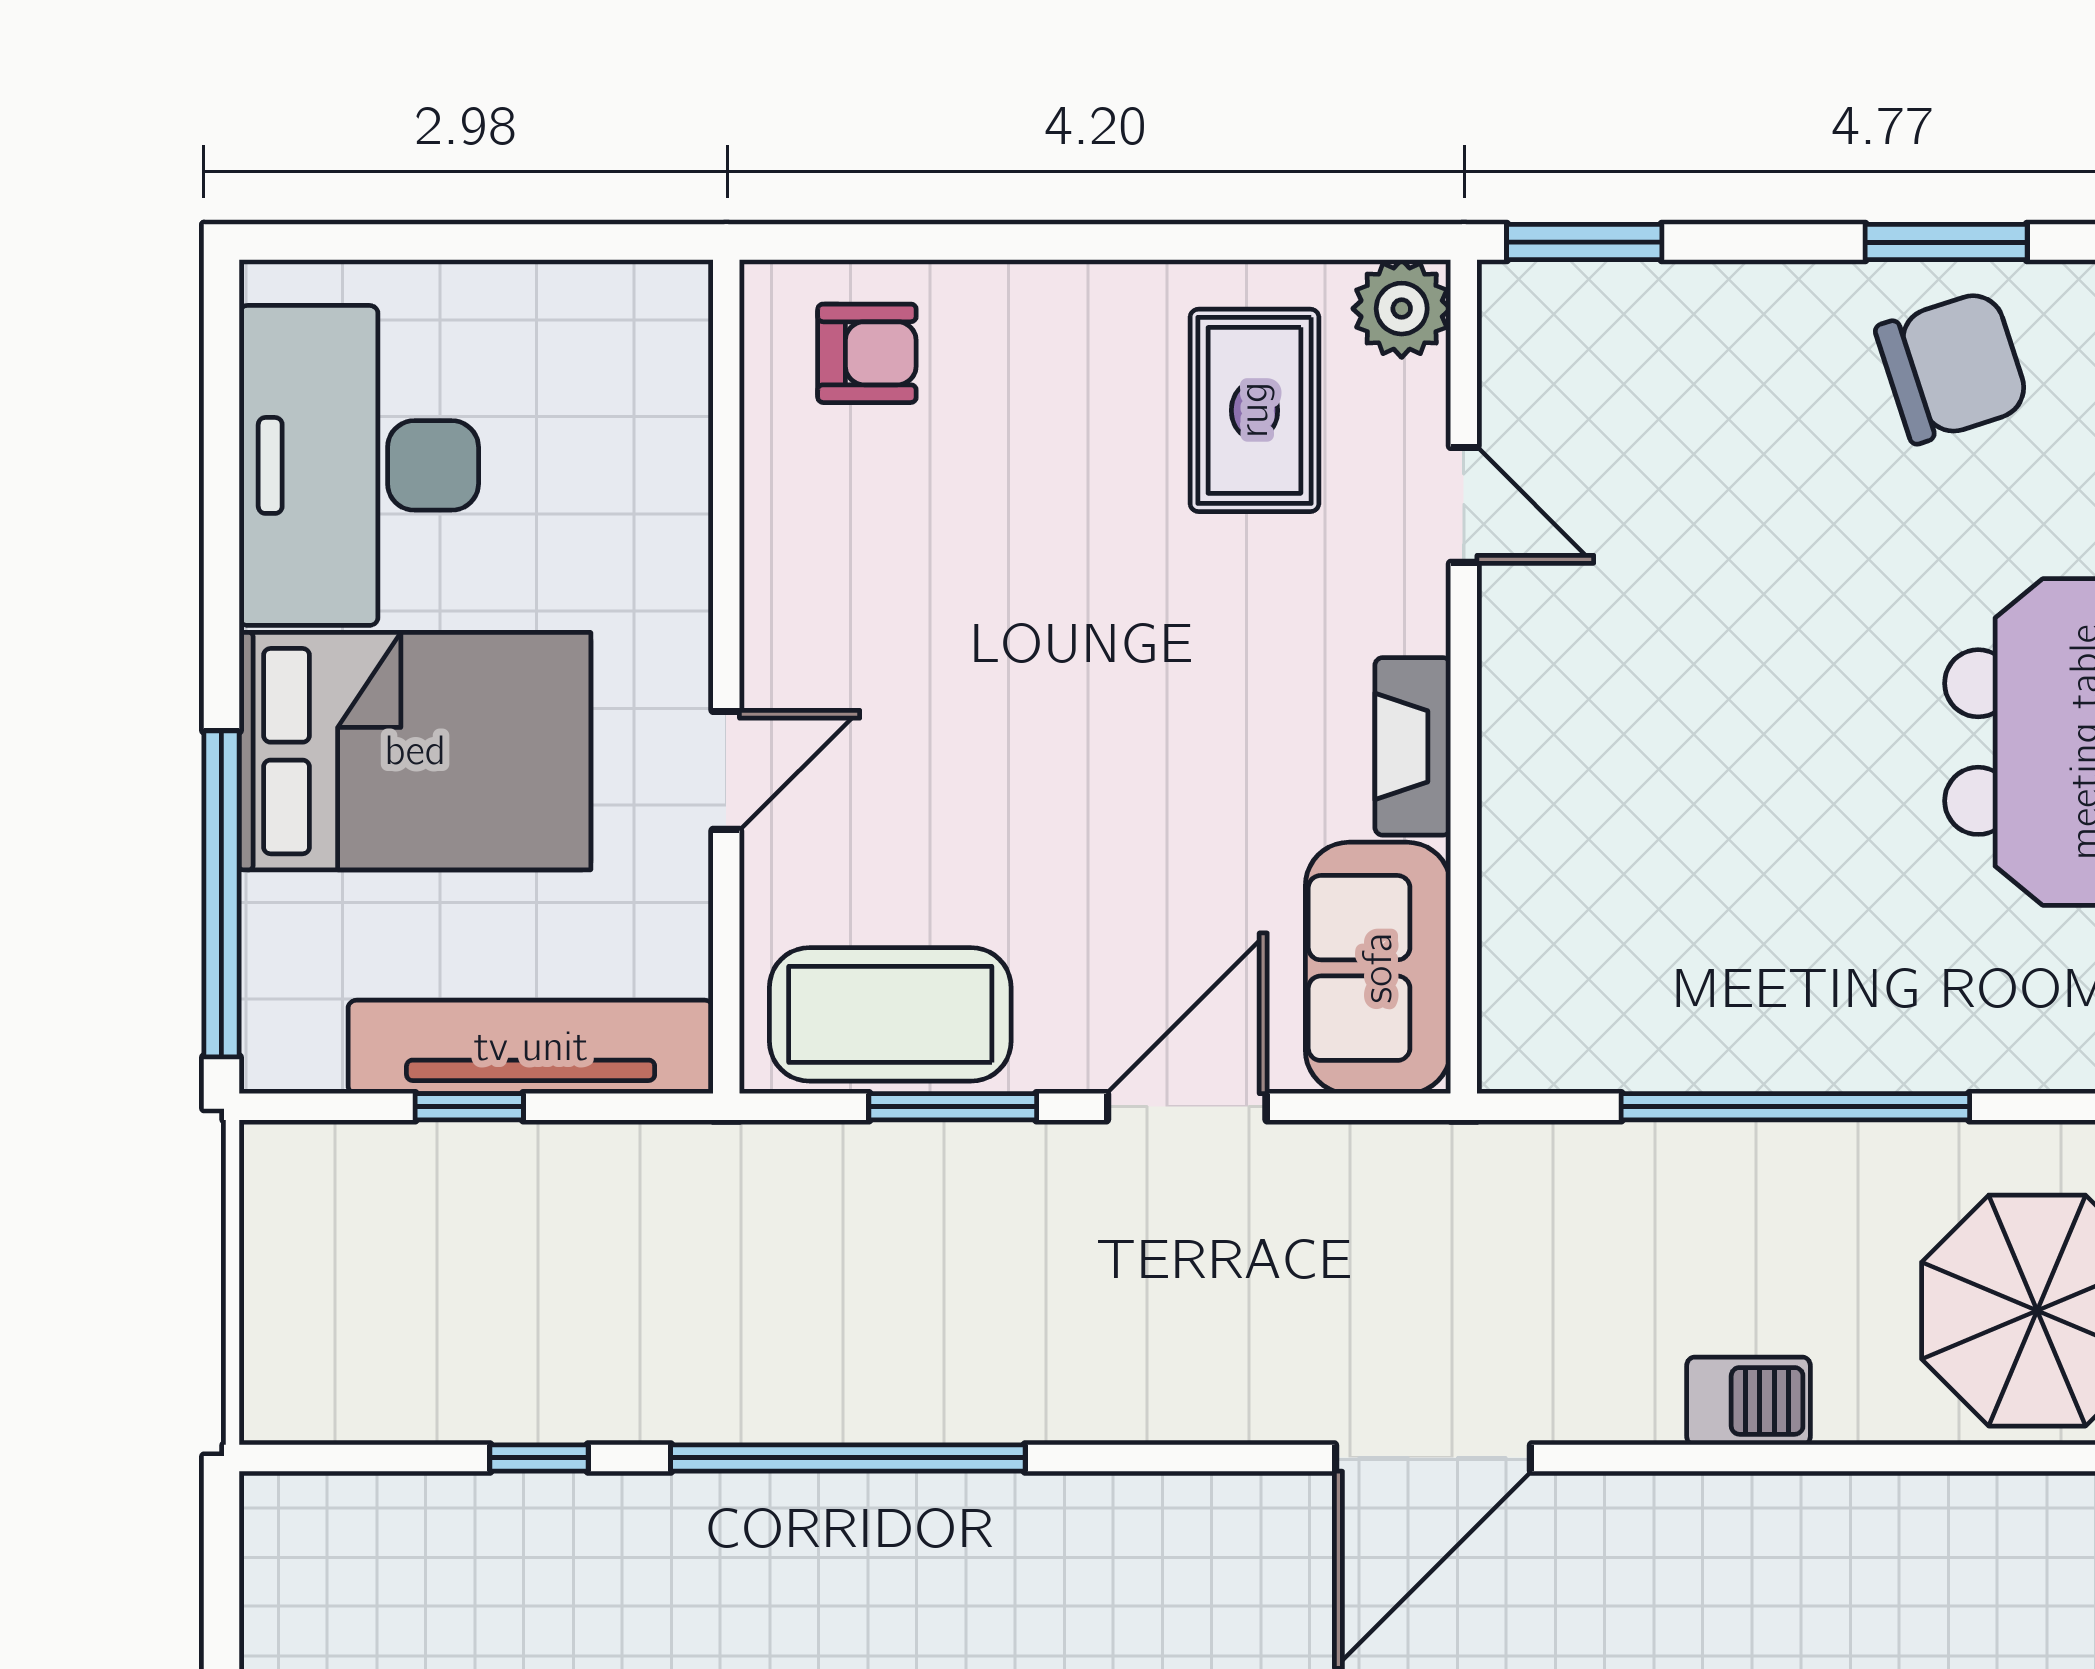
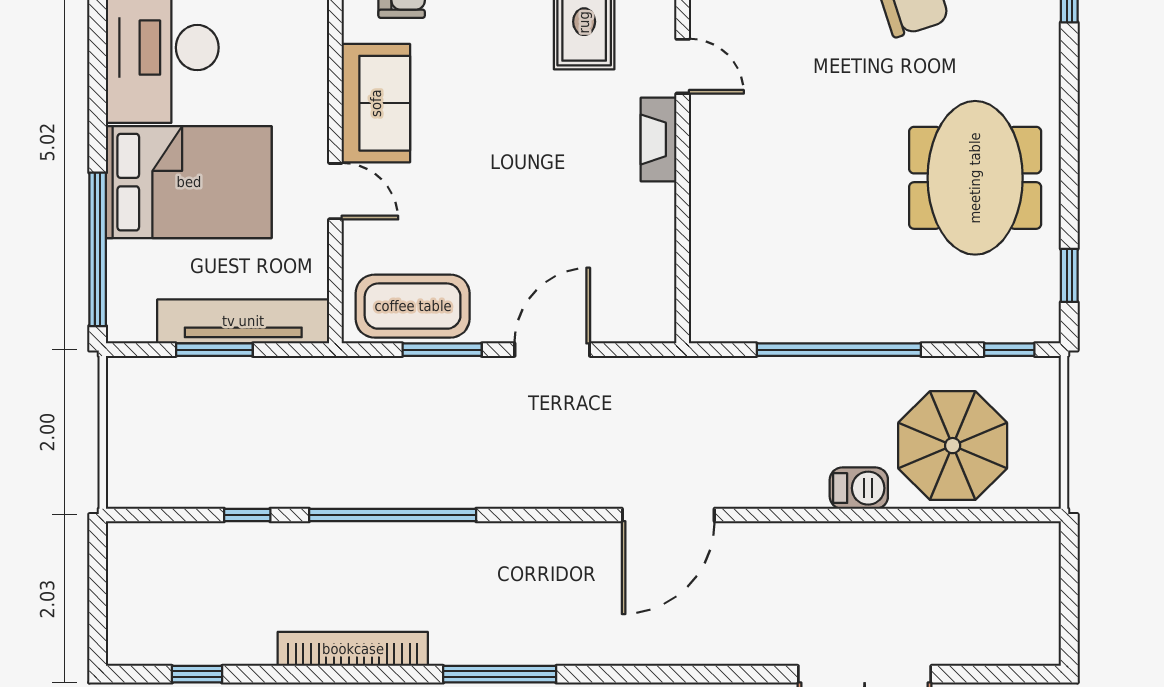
fireplace: (1413, 746) -> (659, 139), moved
door: (726, 770) -> (335, 191), hinge flipped
sofa: (1378, 968) -> (376, 103), moved, turned 180
window: (469, 1107) -> (214, 350), width x1.50
barbecue: (1749, 1401) -> (859, 488), moved

